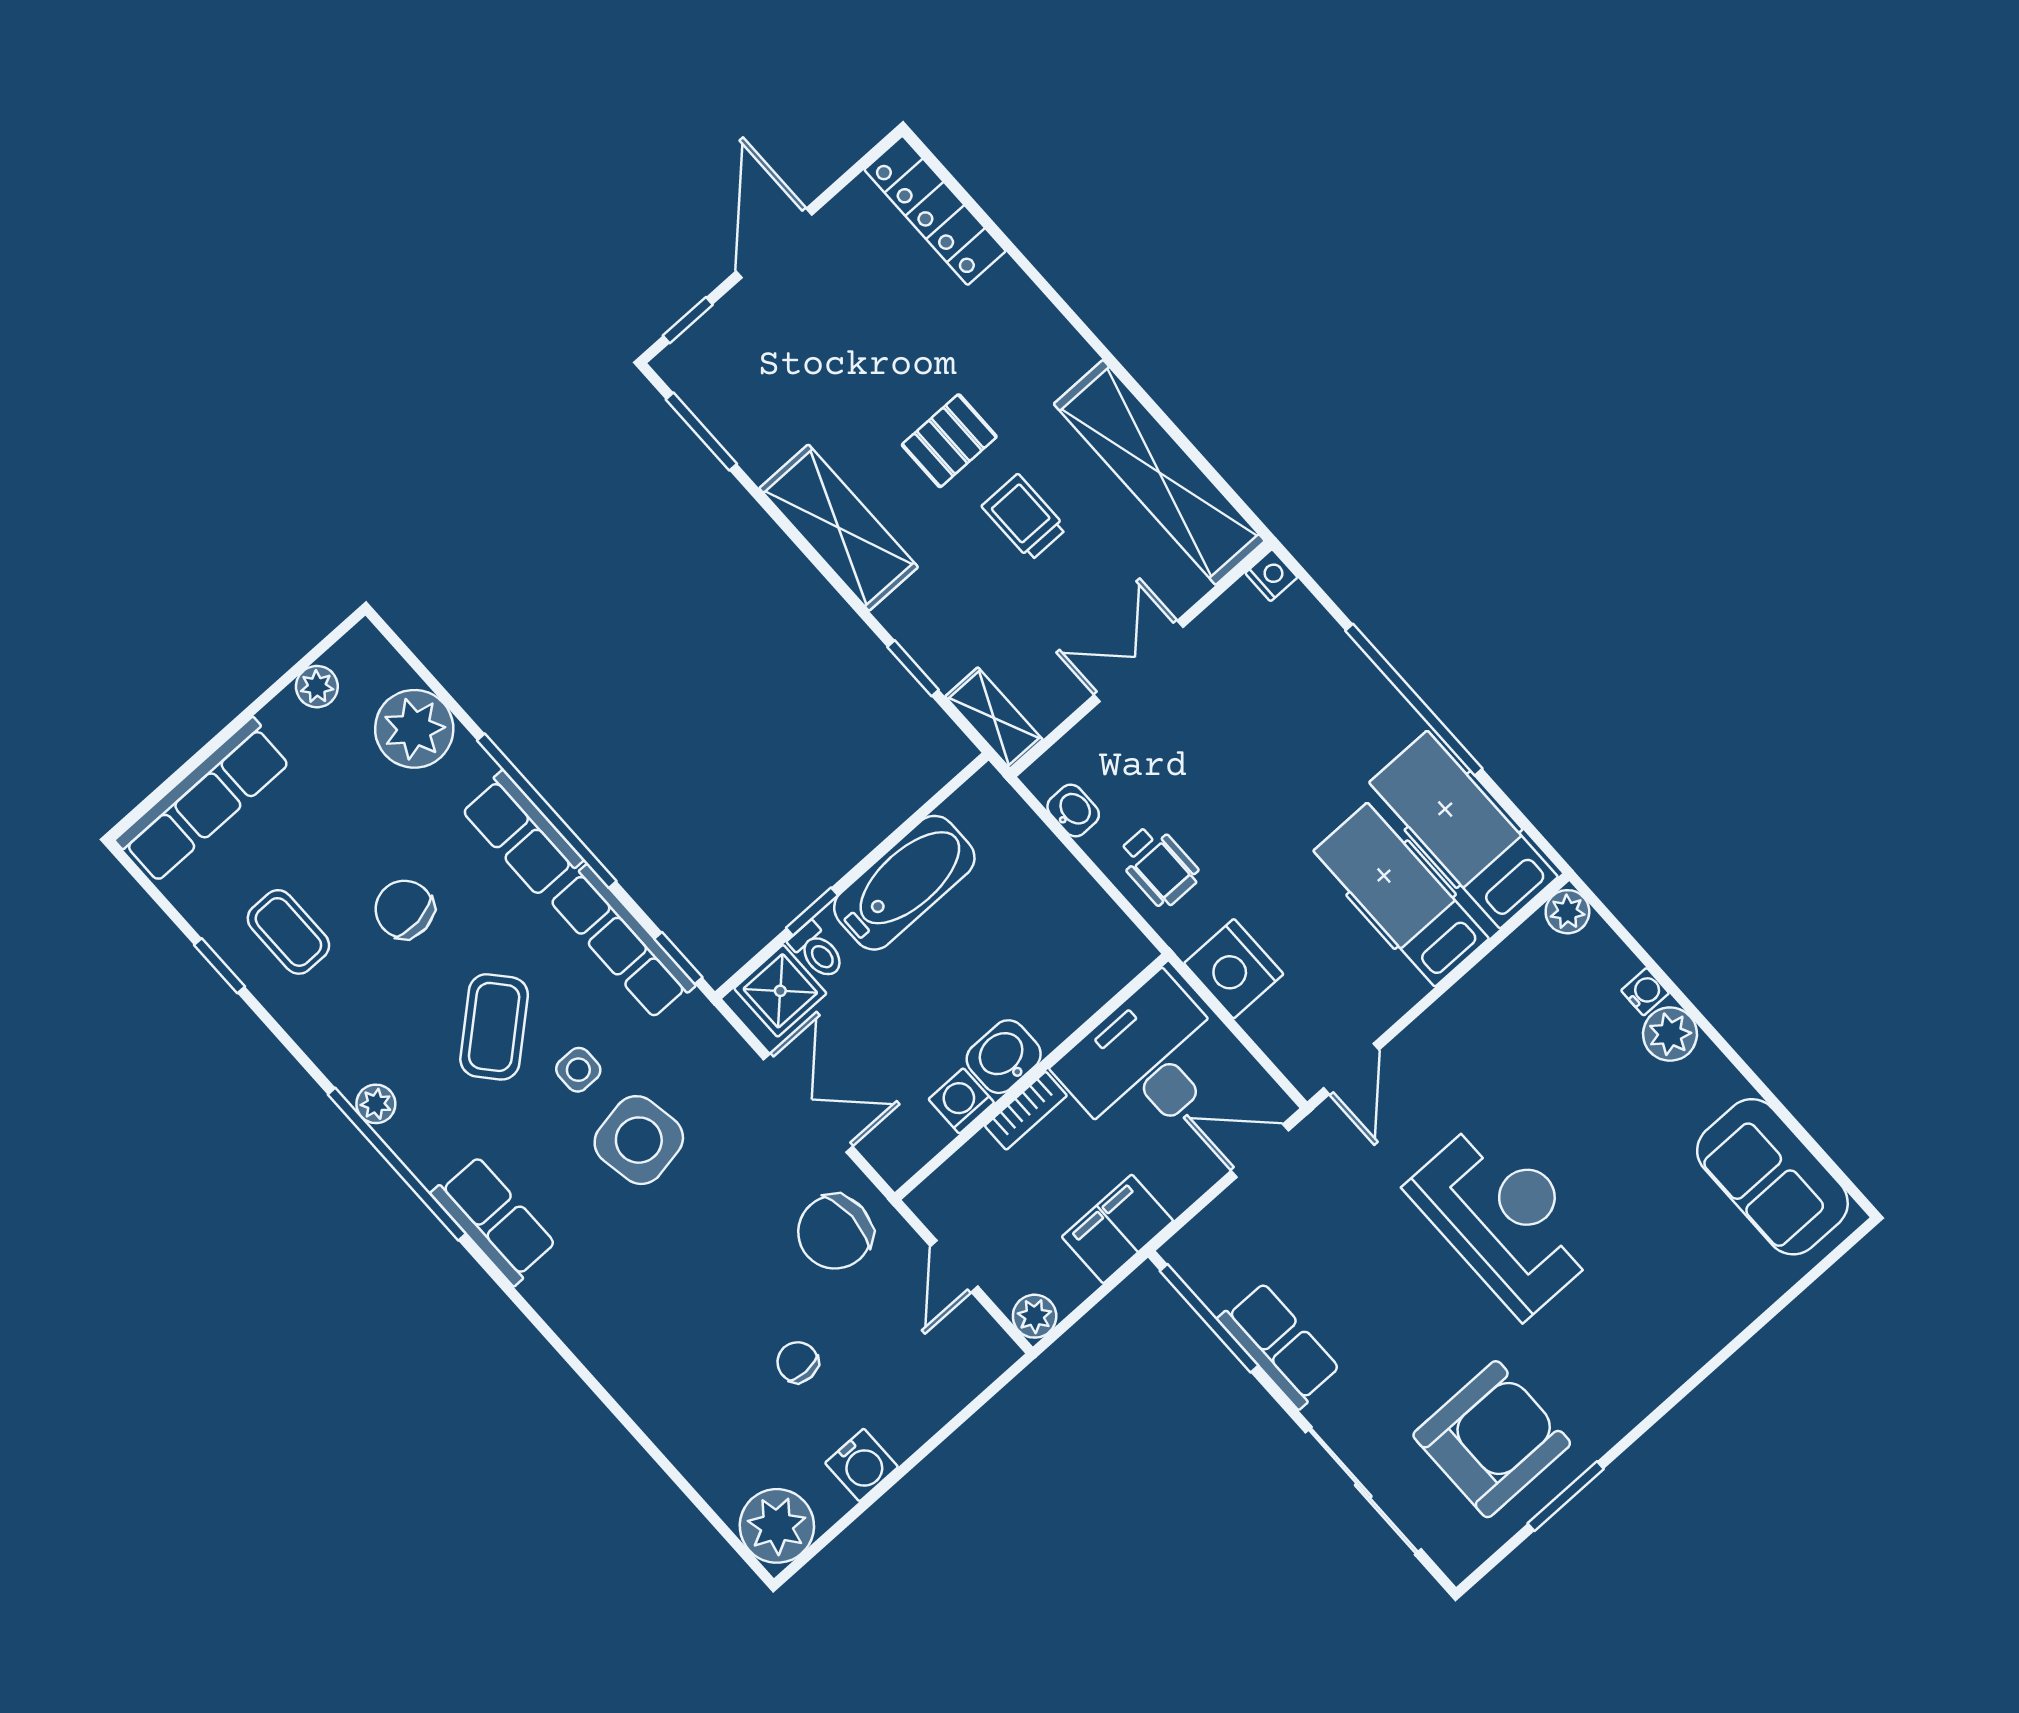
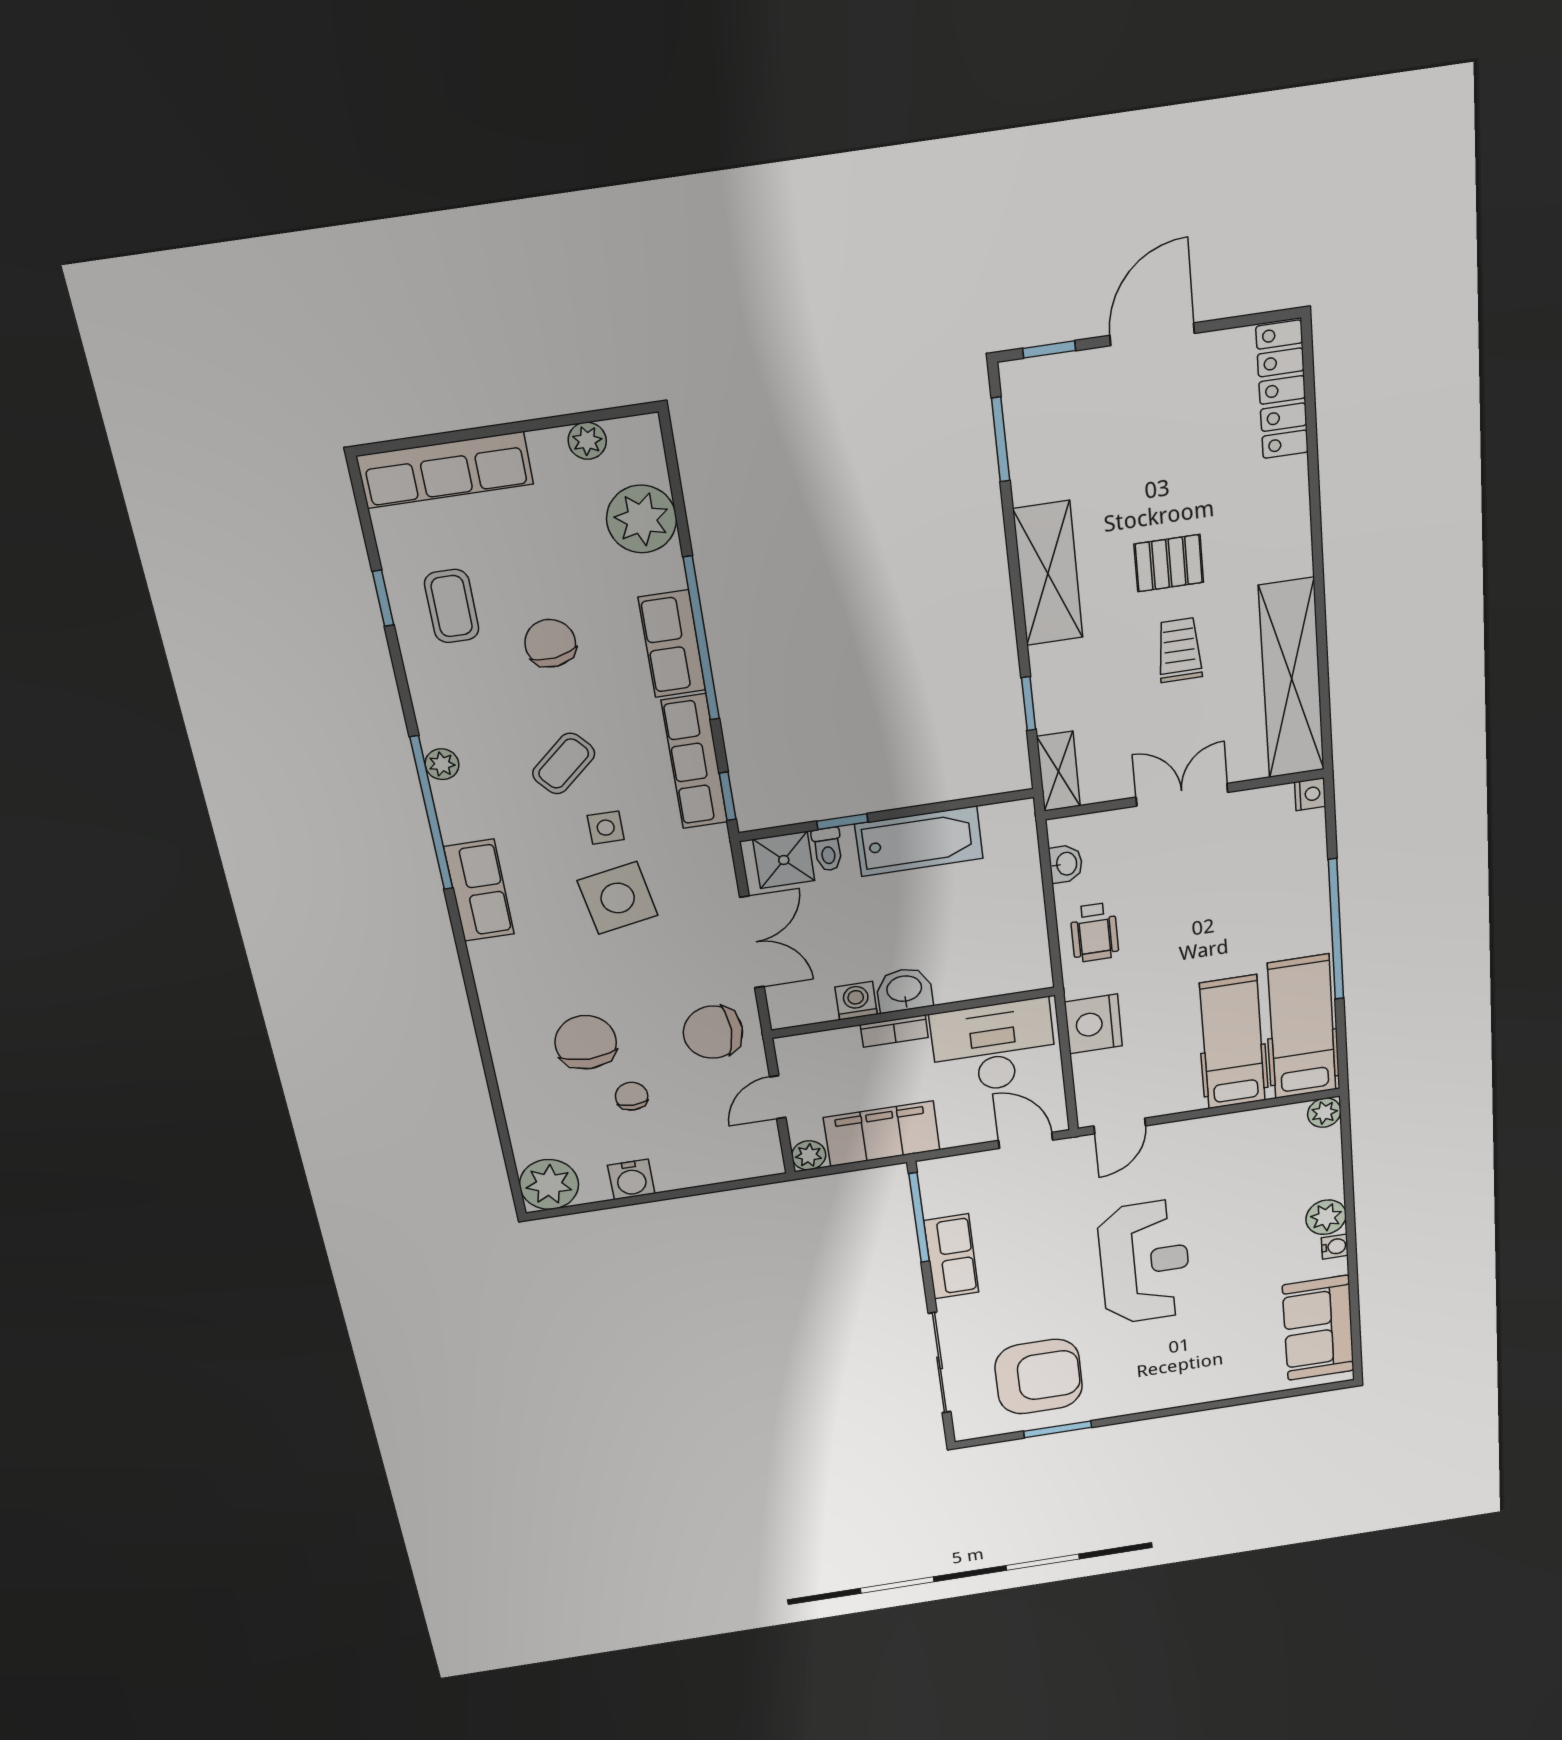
water cooler: (1645, 992) -> (1335, 1247), moved
coffee table: (494, 1027) -> (564, 764), width x0.73, depth x0.77
filing cabinet: (1117, 1229) -> (882, 1134), width x1.50, depth x1.17
chair: (709, 1328) -> (586, 1042), added

